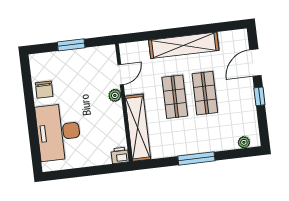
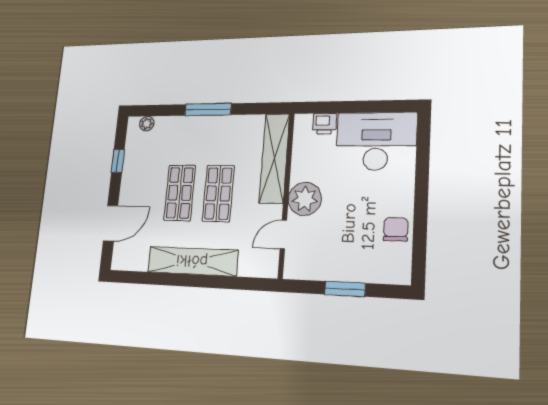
plant: (115, 95) -> (305, 199), width x1.87, depth x1.87
window: (259, 96) -> (118, 161), moved
desk: (58, 132) -> (376, 141), moved, turned -90
printer: (120, 155) -> (325, 124), moved

